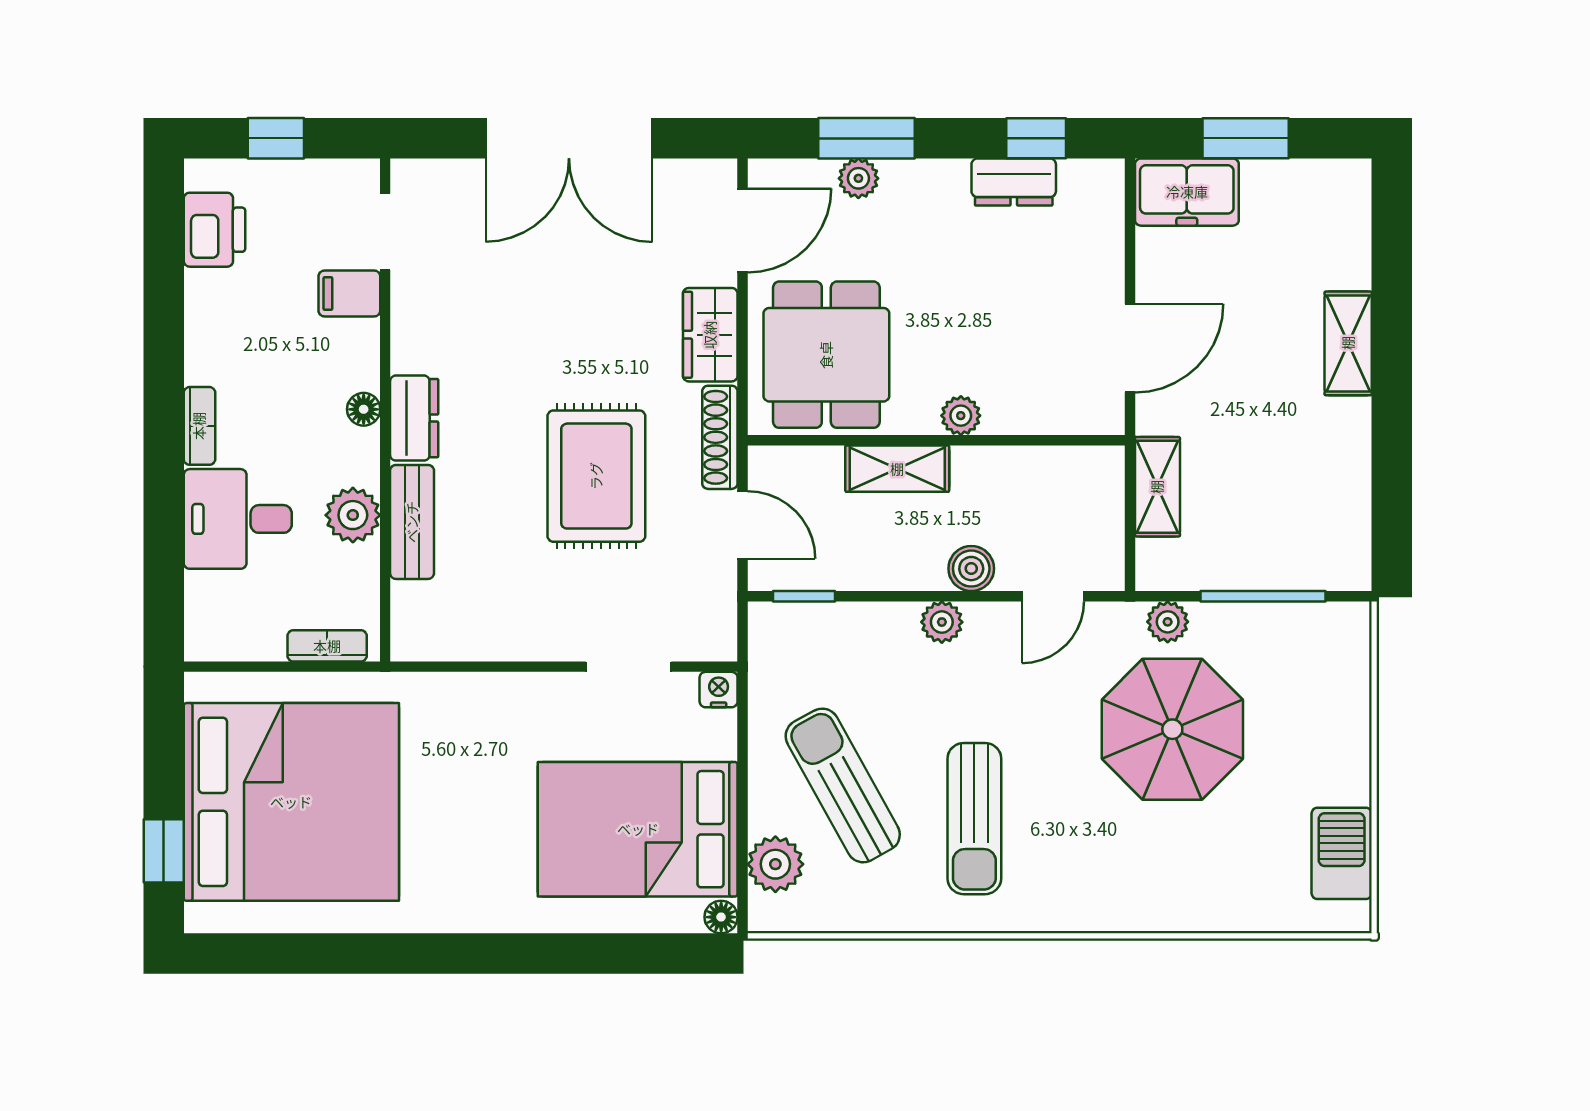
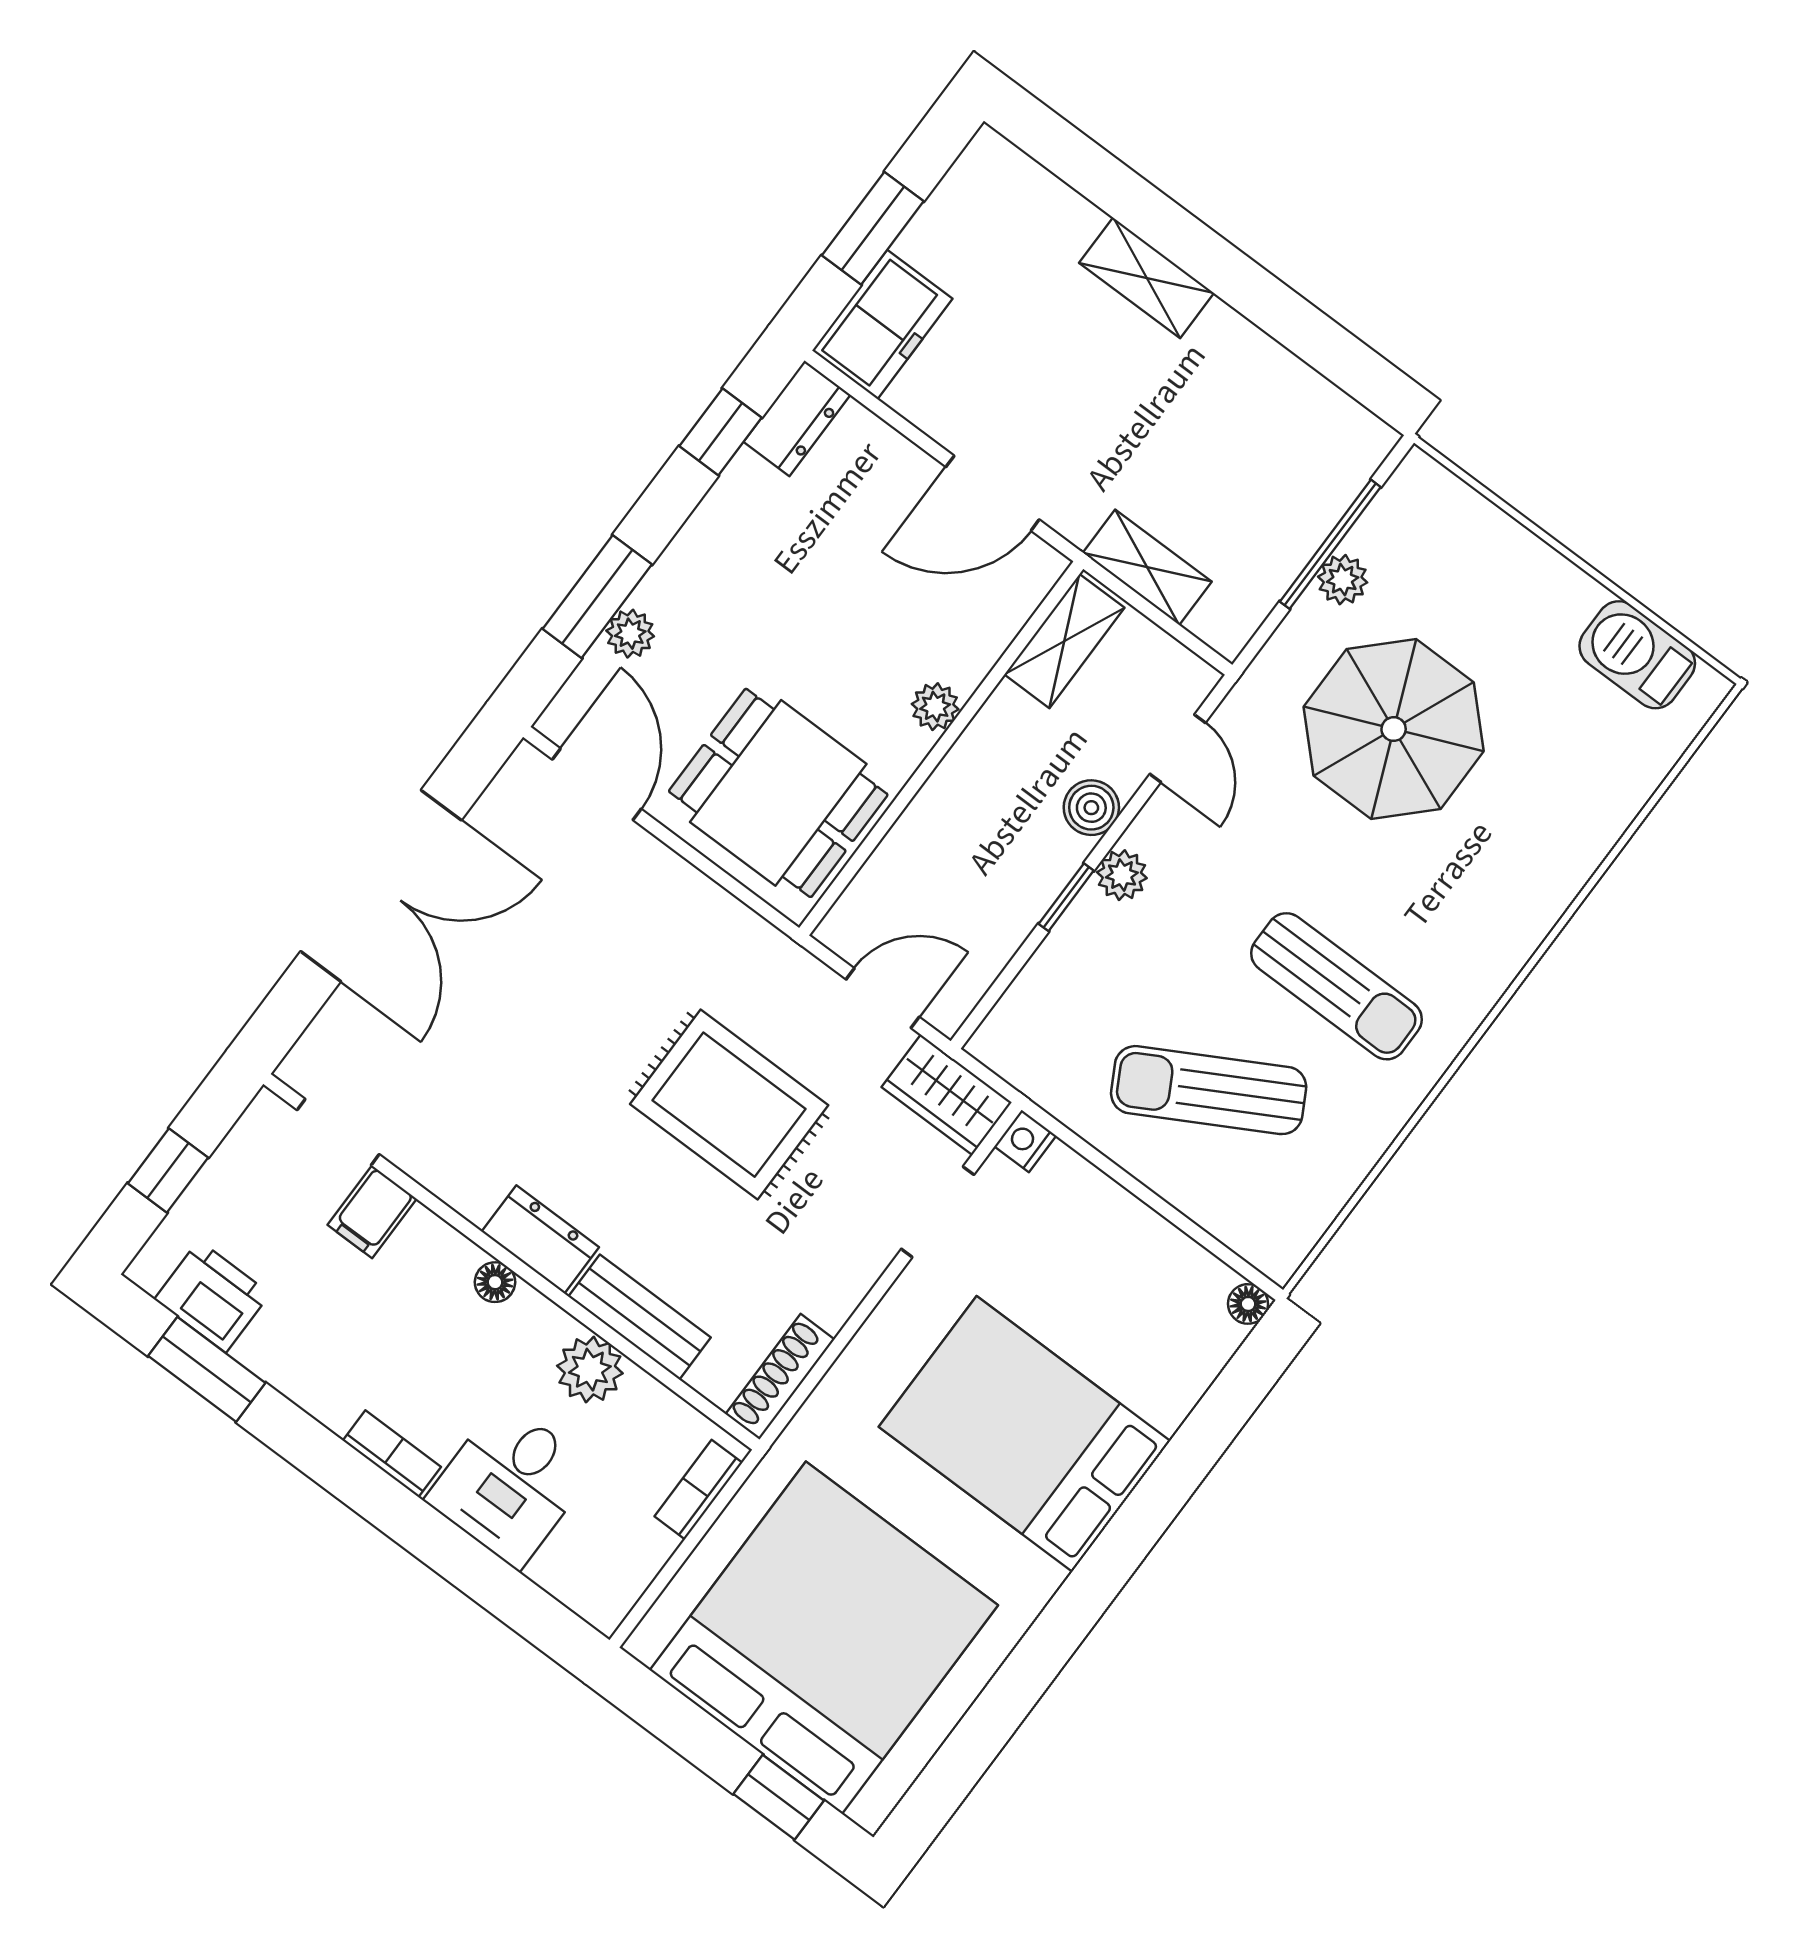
dresser: (1014, 182) -> (797, 418), moved
window: (164, 262) -> (207, 1369), added
wardrobe: (710, 335) -> (947, 1095), moved
door: (1130, 348) -> (993, 493), swing flipped
shoe rack: (720, 437) -> (780, 1377), moved, turned 90
shelving: (897, 469) -> (1064, 641), moved
window: (804, 596) -> (1066, 897), moved
plant: (1168, 622) -> (1343, 580), moved
bed: (638, 829) -> (1024, 1434), moved, turned 90
plant: (775, 864) -> (1236, 1213), removed

